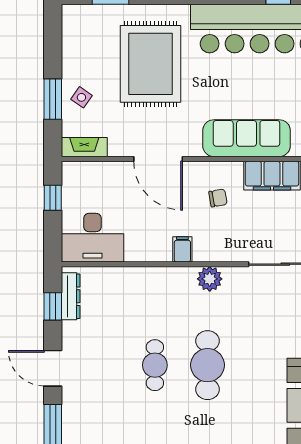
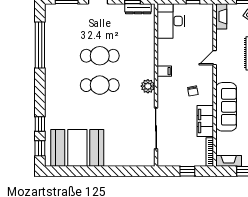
door: (158, 159) -> (215, 58), width x0.53
cafe table: (155, 365) -> (100, 56), width x1.37, depth x1.35

